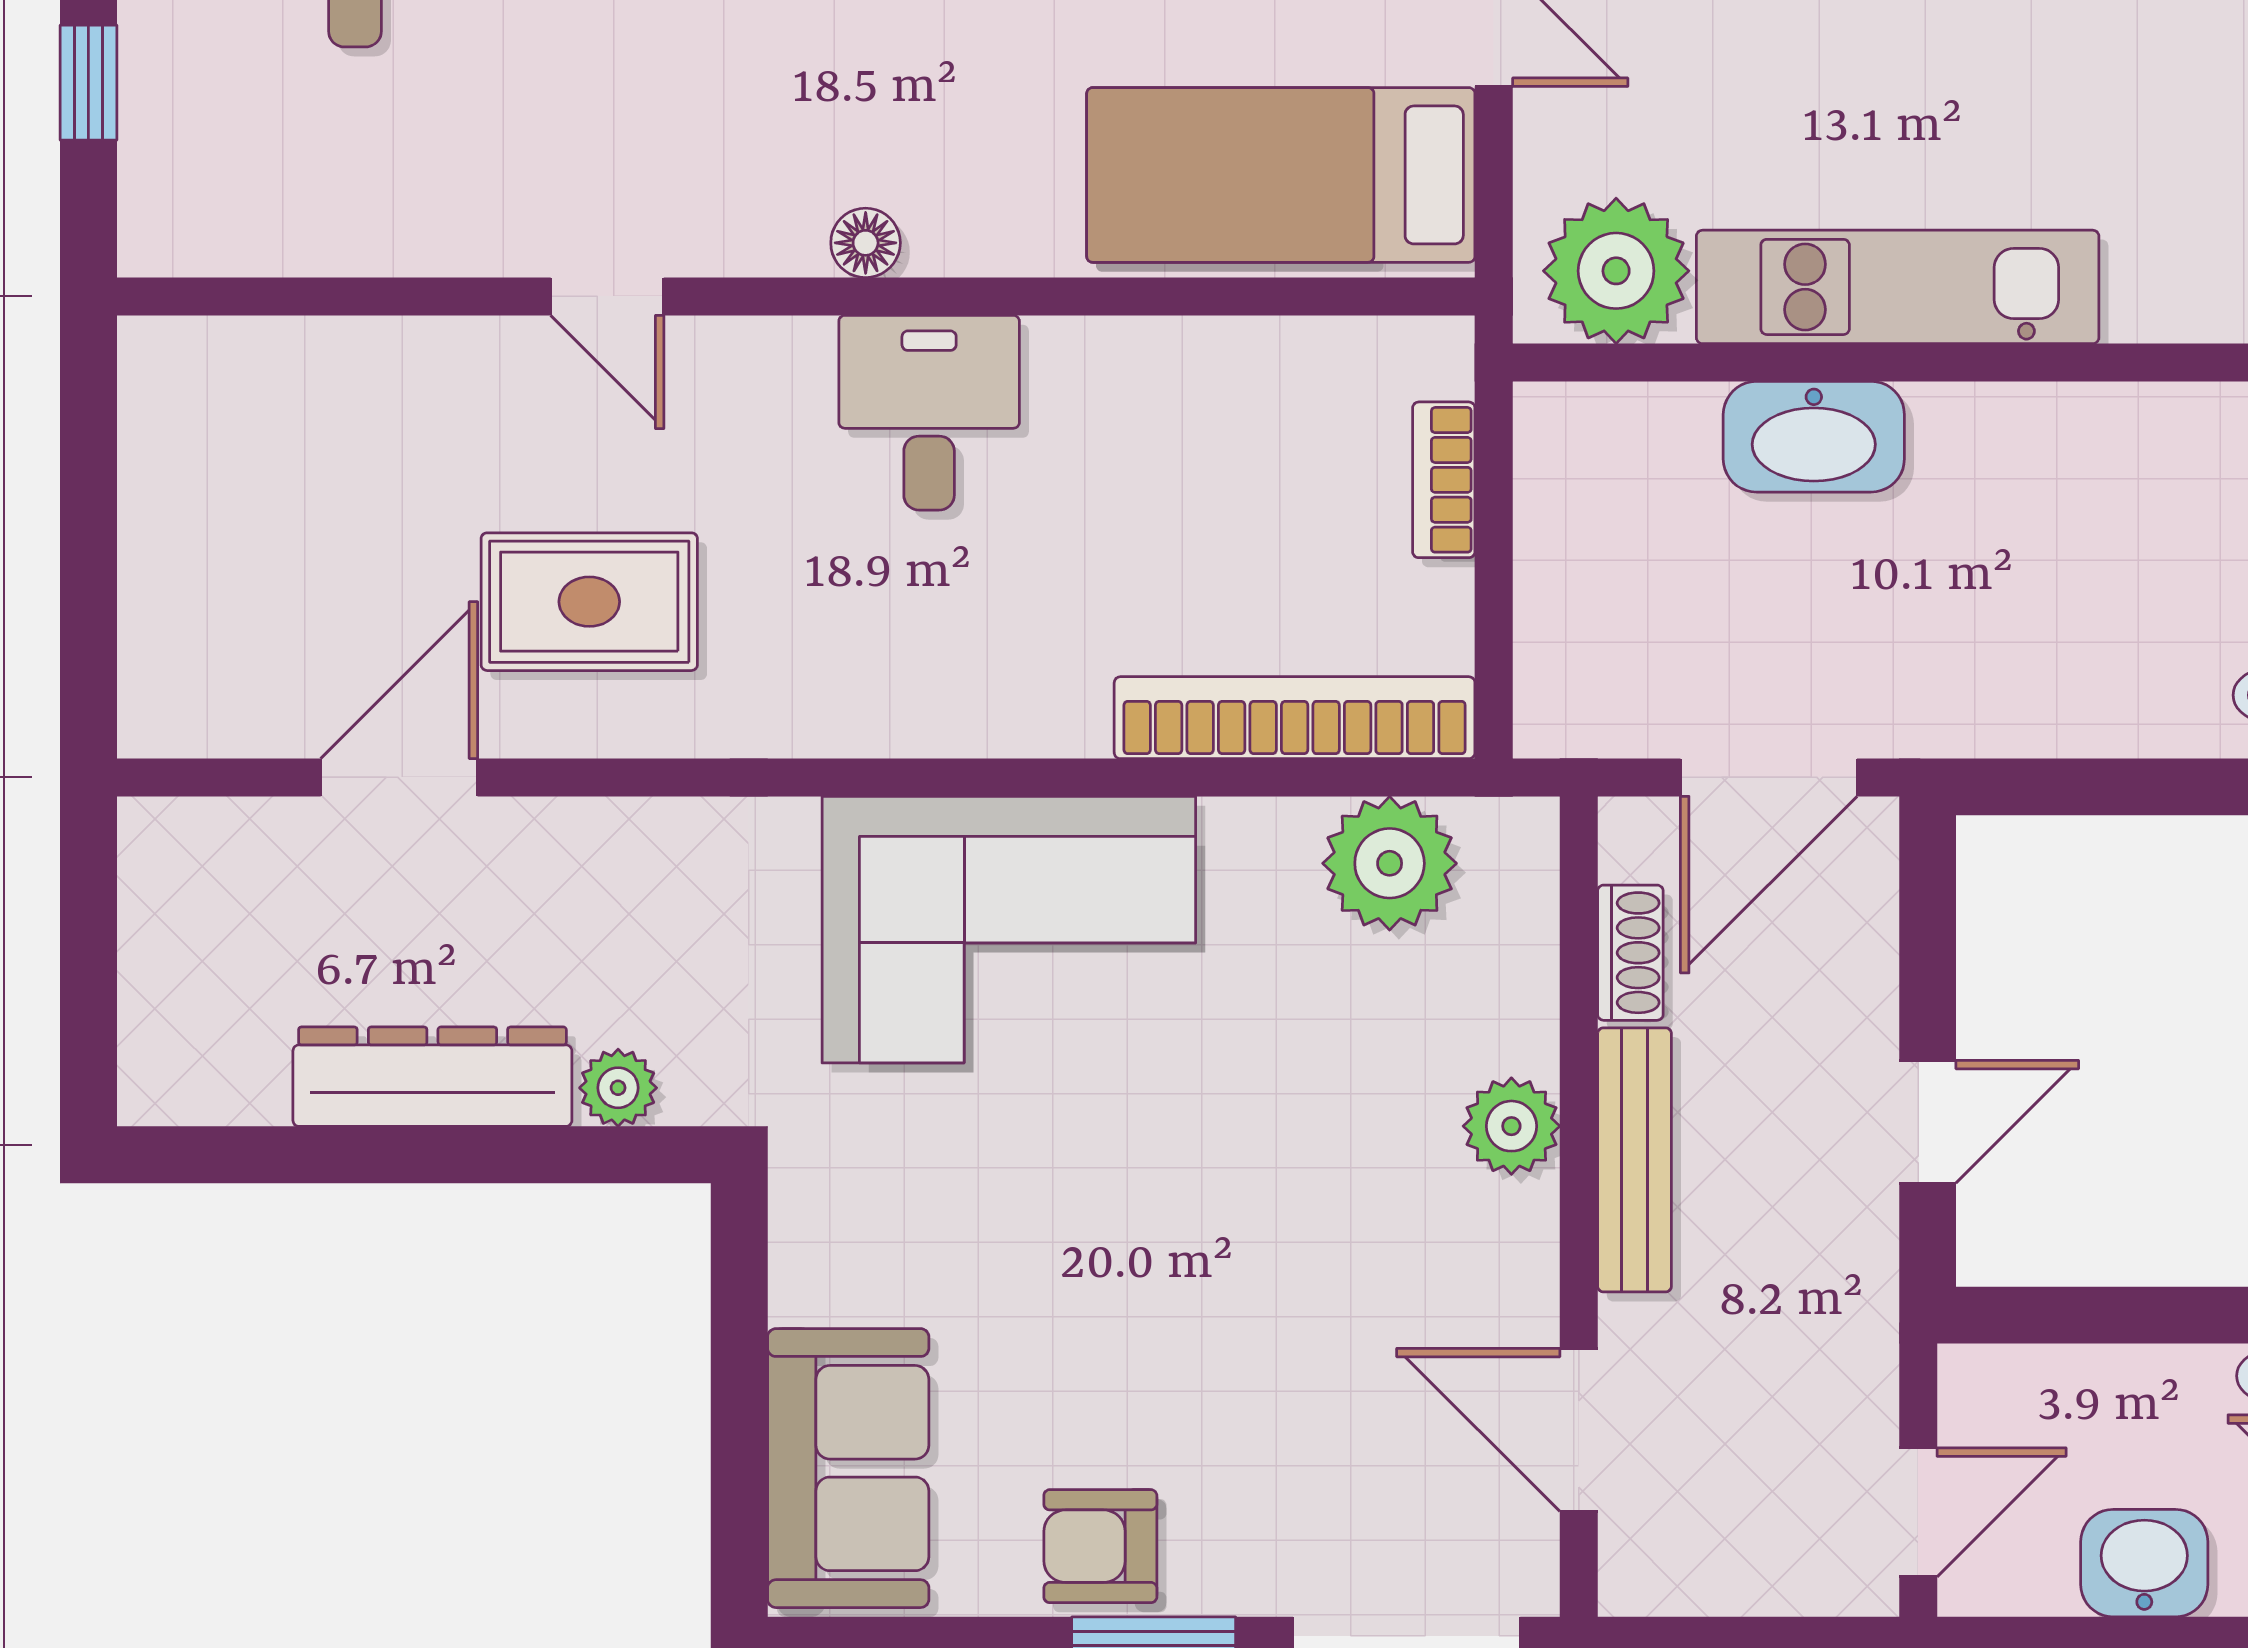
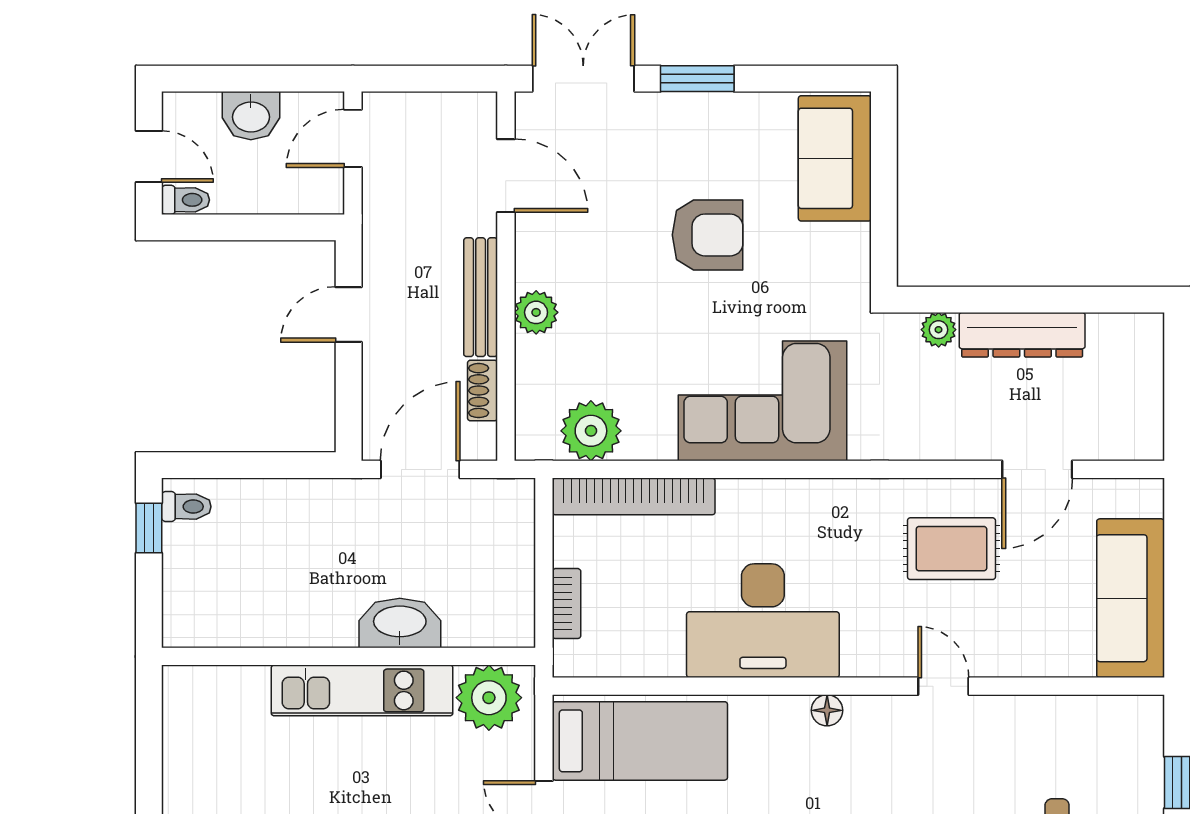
desk: (929, 413) -> (763, 621), width x1.87, depth x1.30
sofa: (192, 492) -> (1131, 598), added
armchair: (1100, 1546) -> (708, 235), moved, width x1.38, depth x1.38

